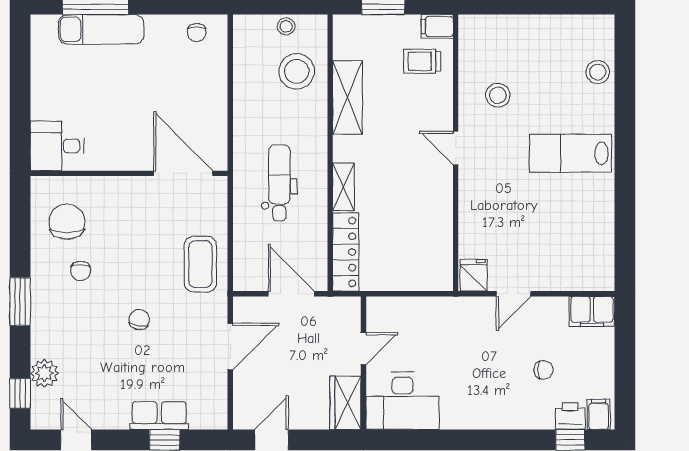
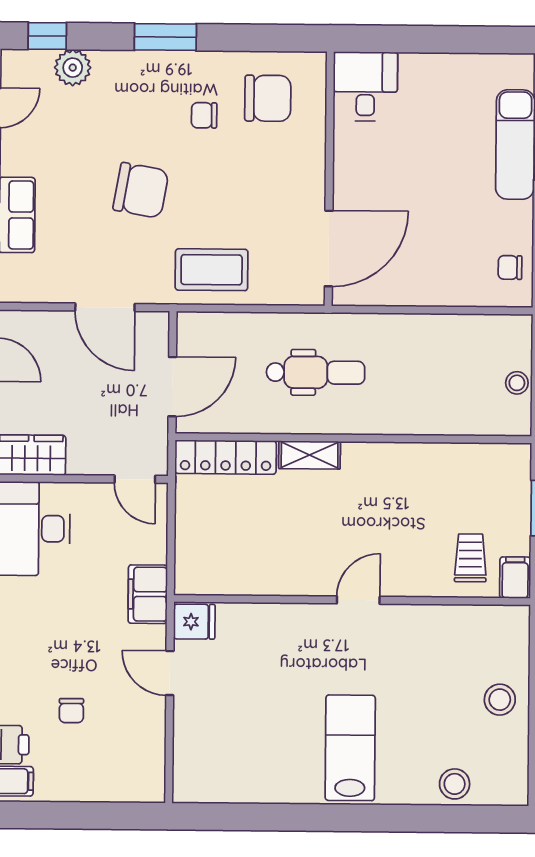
stool: (297, 71) -> (459, 396), removed
stool: (498, 95) -> (500, 700), moved
shelving: (347, 97) -> (425, 461), removed
filing cabinet: (592, 311) -> (148, 594), moved
chair: (139, 320) -> (141, 190), width x1.87, depth x1.87
door: (363, 349) -> (135, 479), moved

